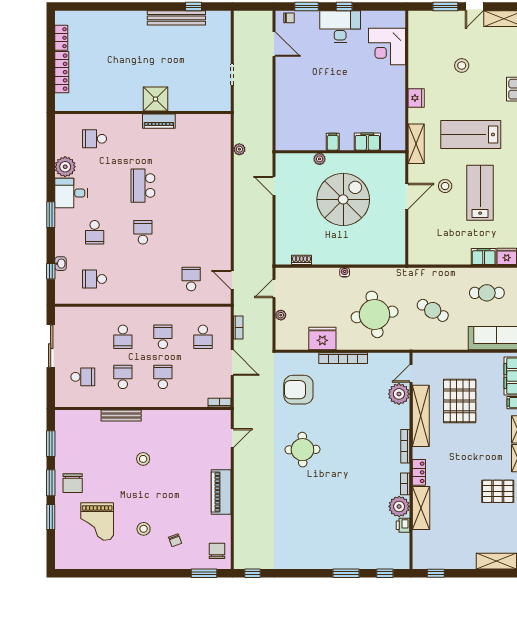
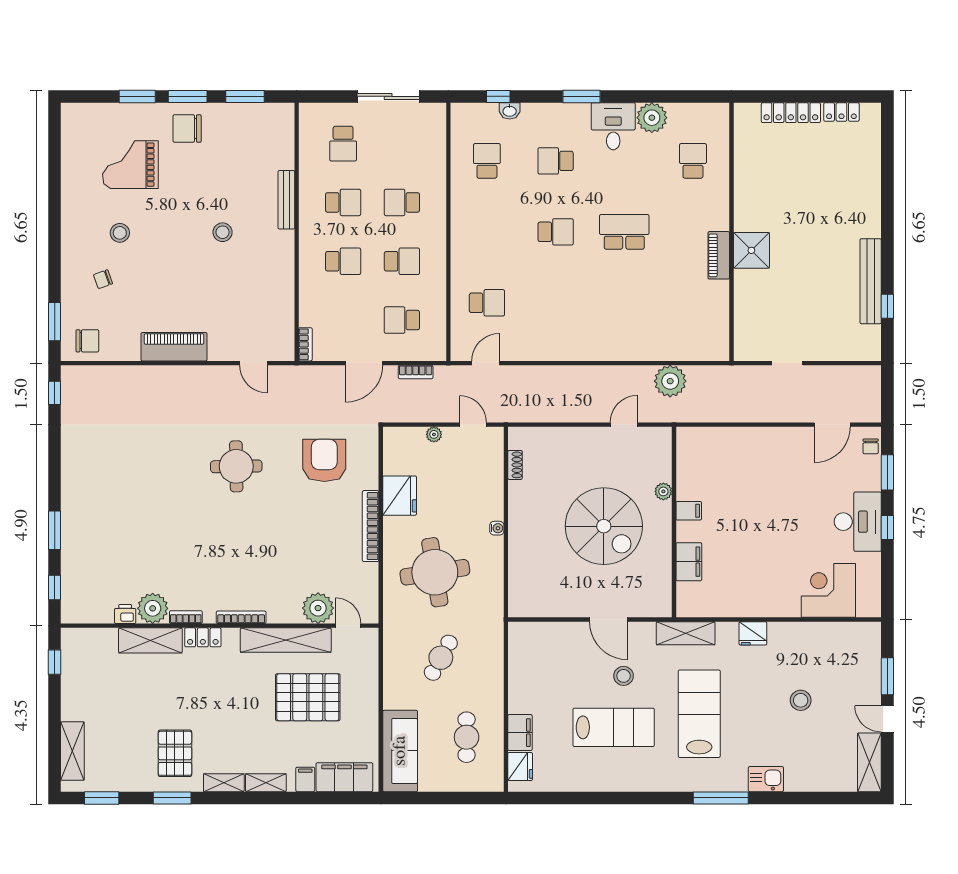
plant: (239, 149) -> (670, 381), width x1.88, depth x1.88

